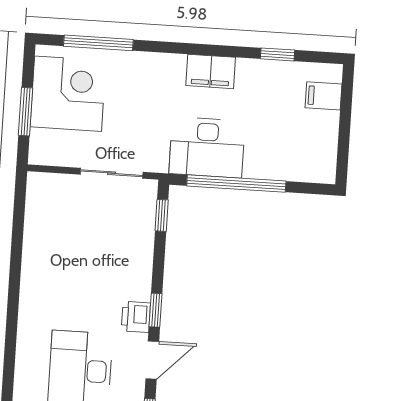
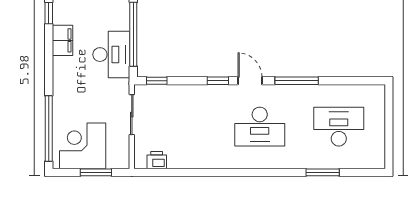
window: (98, 43) -> (49, 129), width x1.46
filing cabinet: (211, 71) -> (62, 40), moved
printer: (136, 317) -> (157, 160), moved, turned 180

